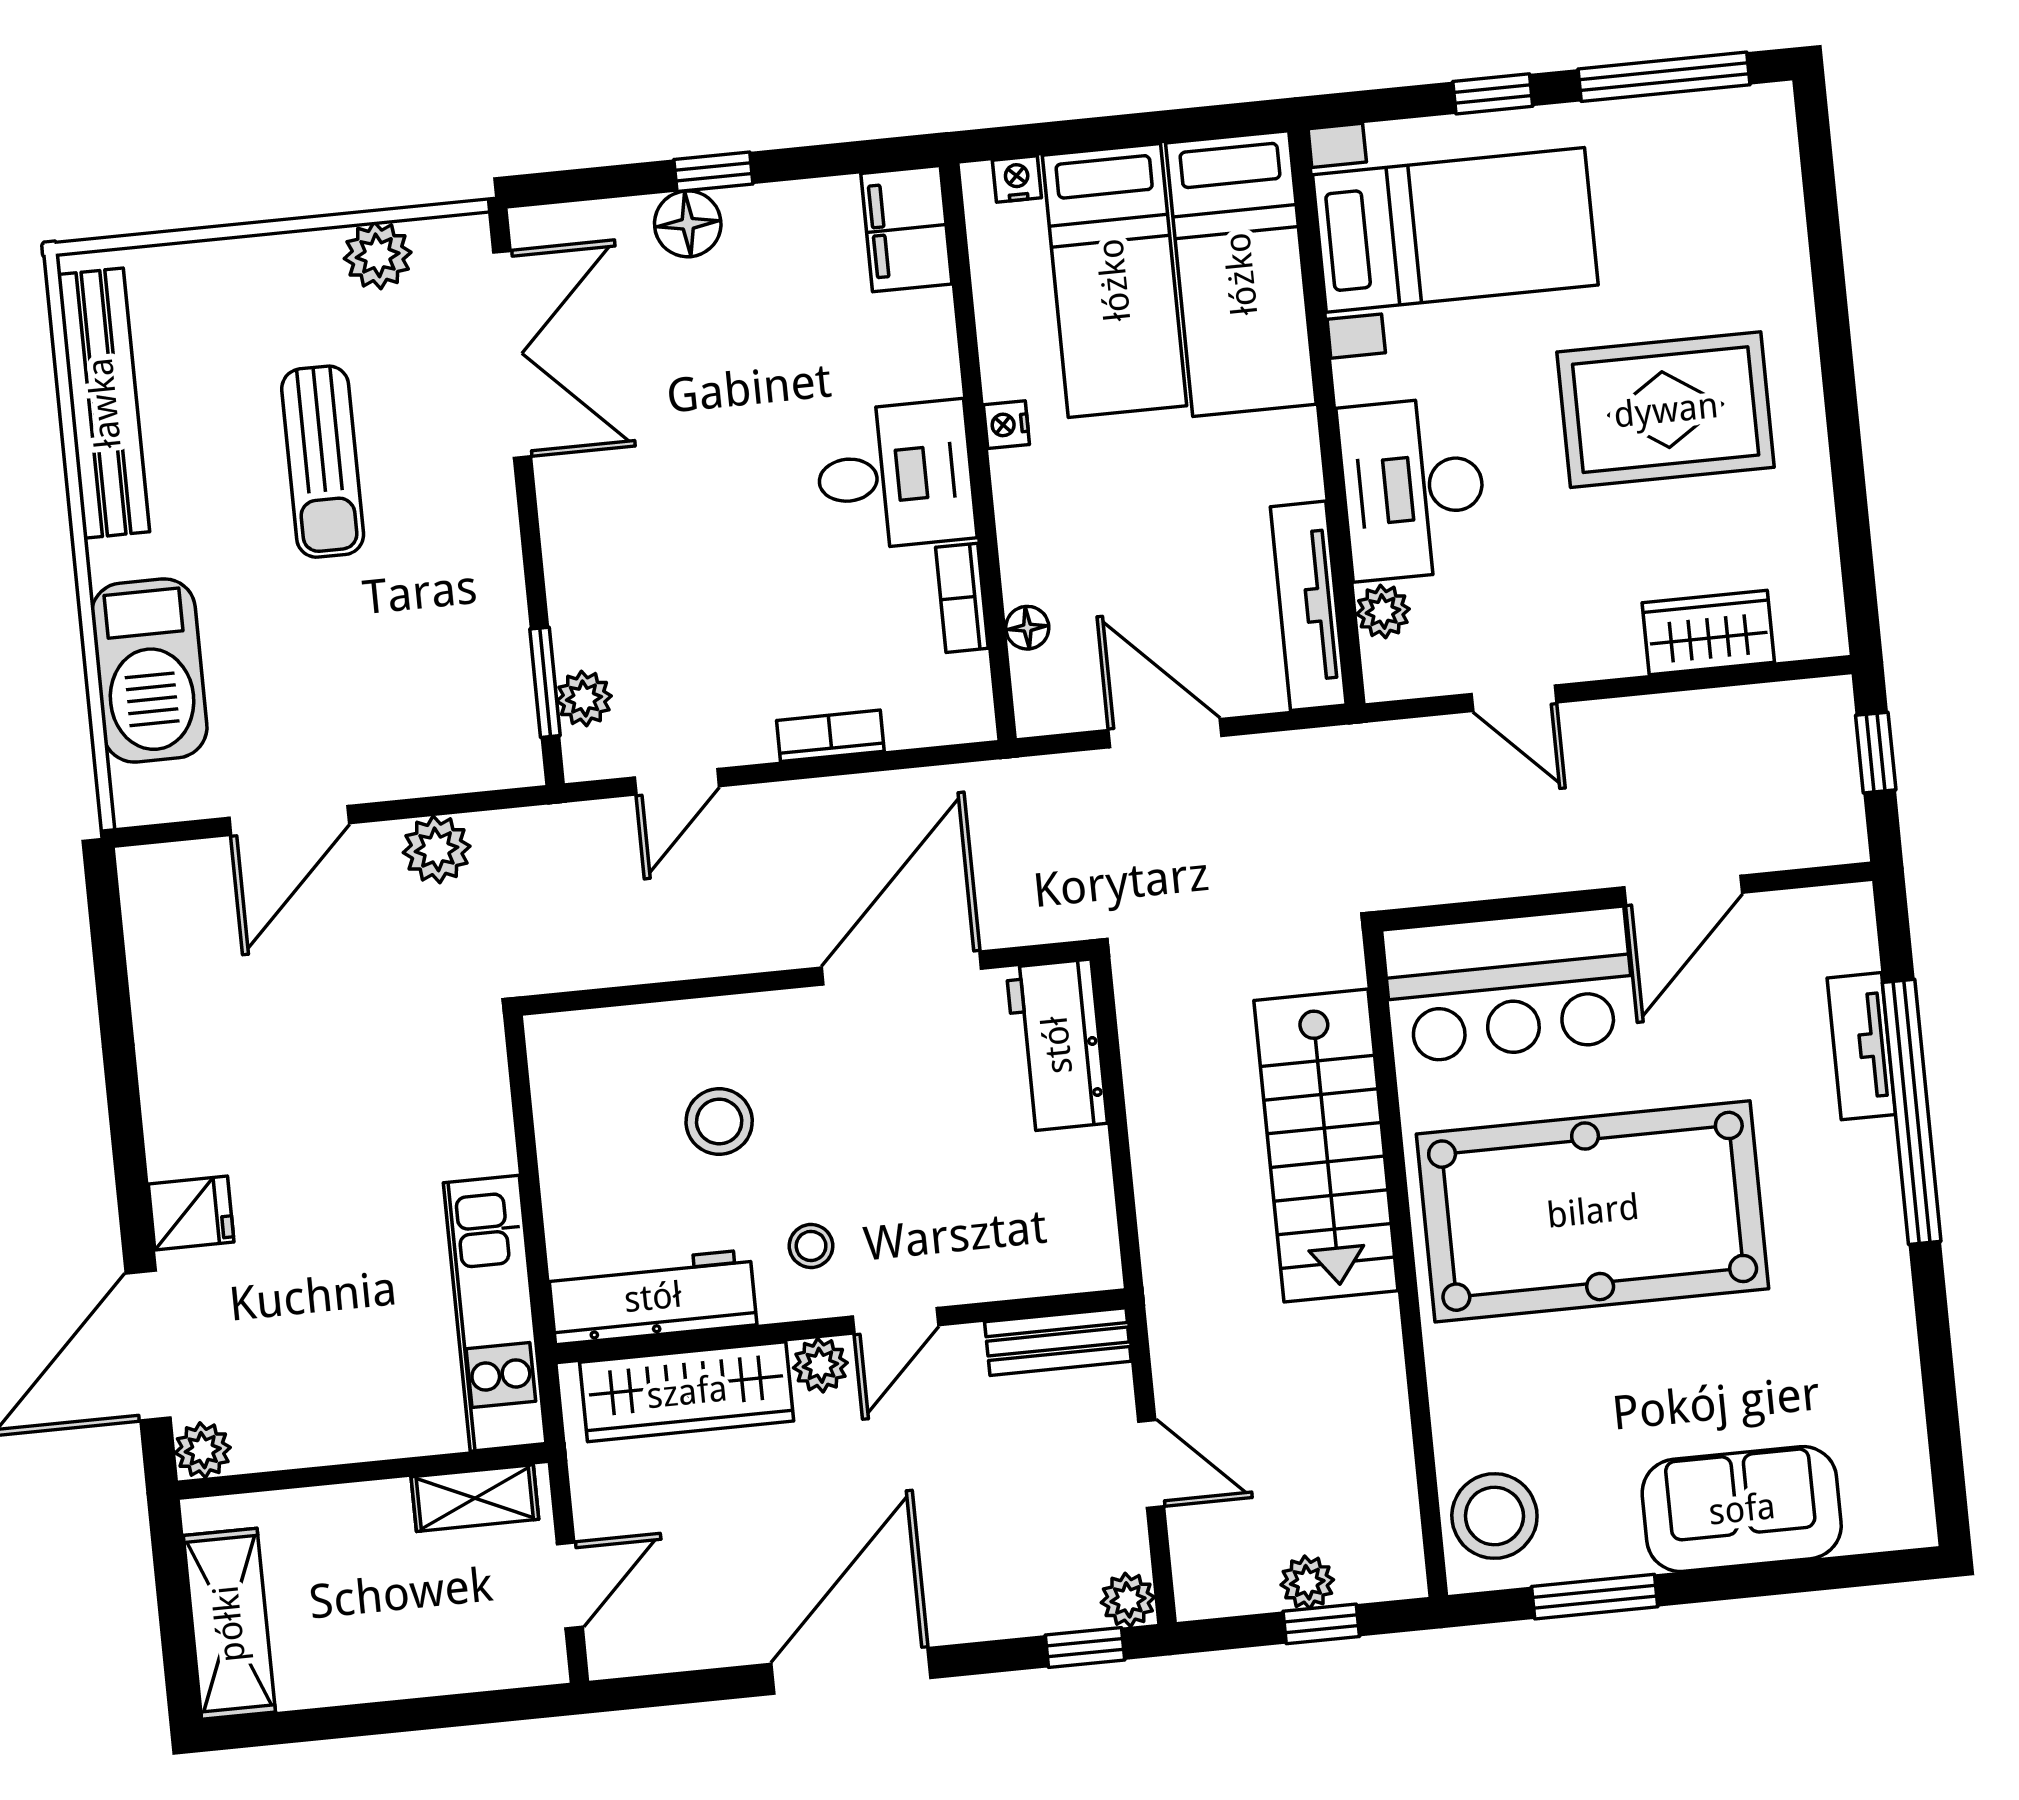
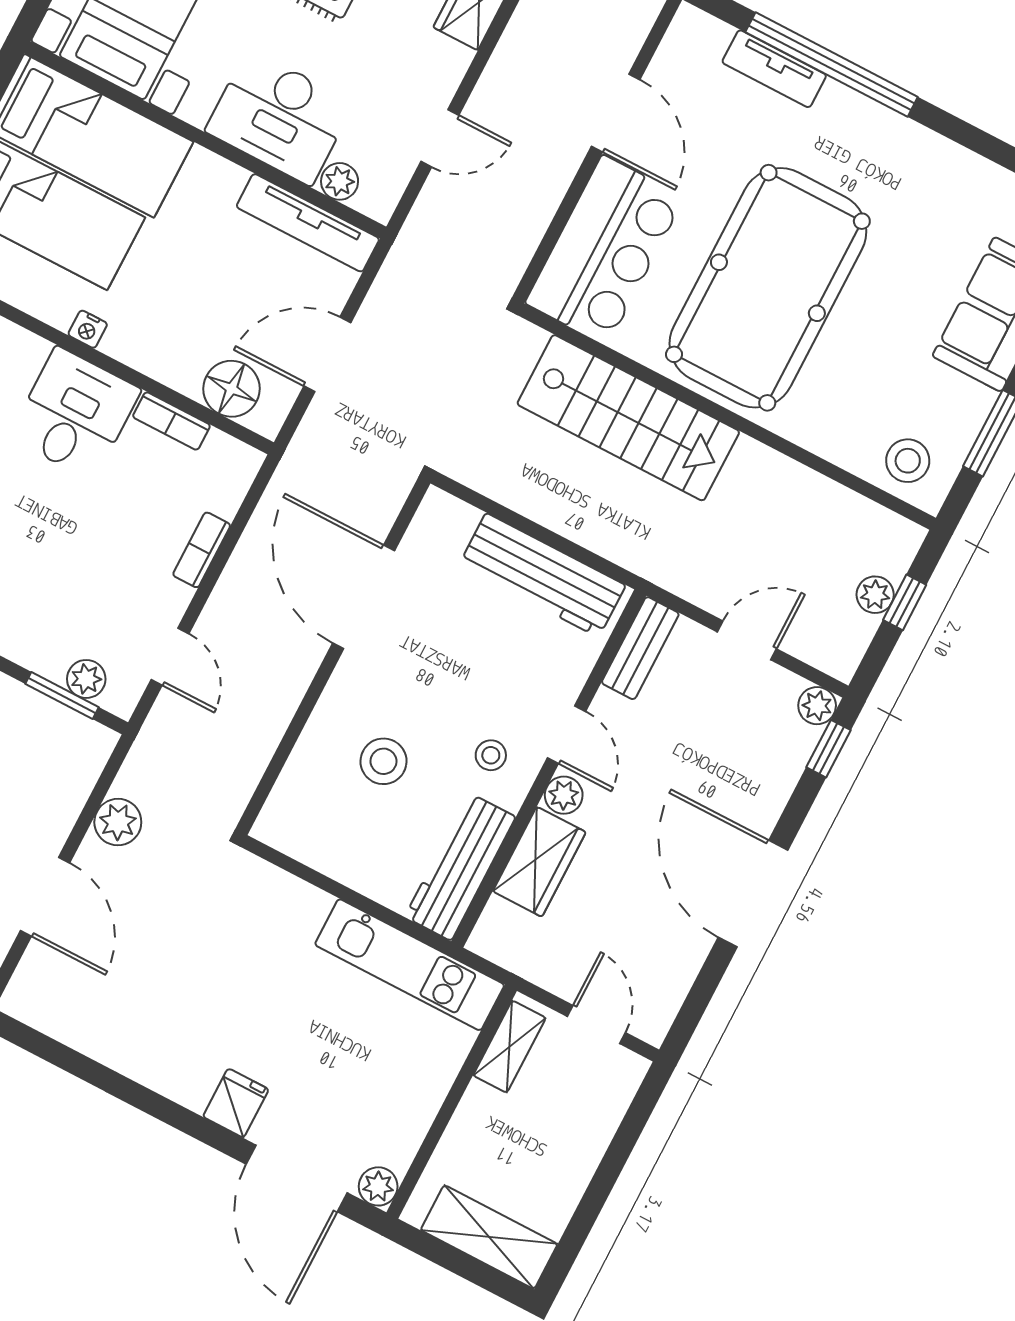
floor lamp: (1027, 628) -> (231, 389), width x1.89, depth x1.89
workbench: (1057, 1045) -> (542, 575), moved, width x1.37
wardrobe: (687, 1392) -> (539, 862), width x0.67
stool: (1494, 1516) -> (908, 461), width x0.73, depth x0.73

